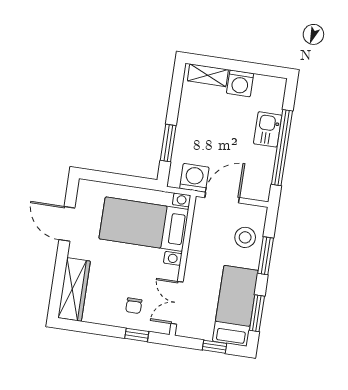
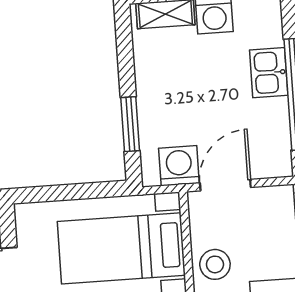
stool: (245, 237) -> (215, 264), moved

